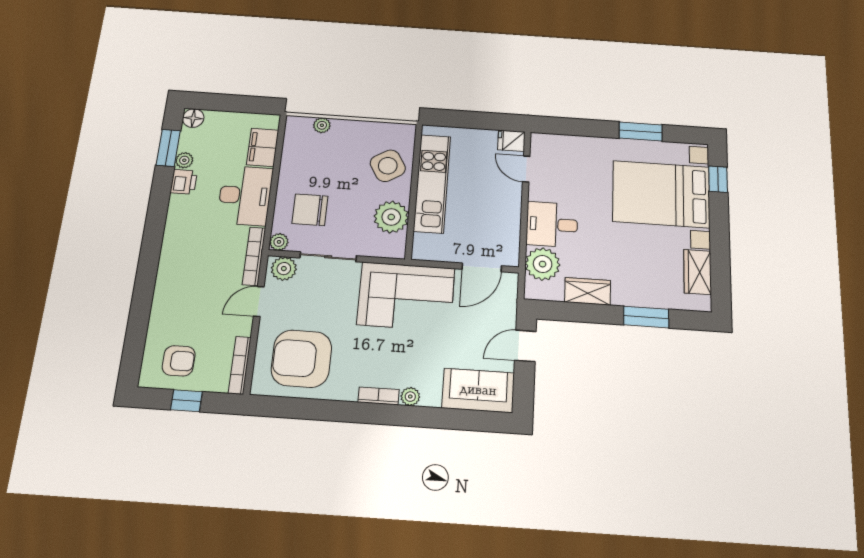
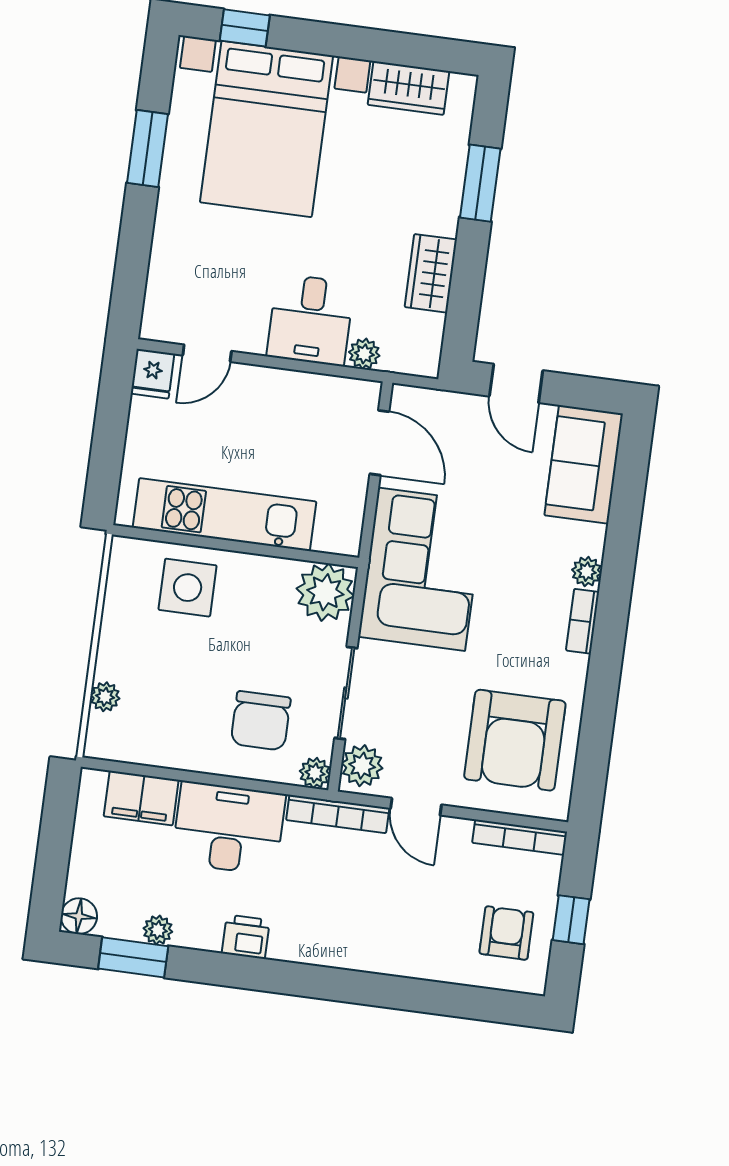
side table: (388, 166) -> (188, 588), turned 31
printer: (184, 182) -> (246, 937), moved
plant: (391, 217) -> (325, 592), moved
plant: (543, 264) -> (364, 354), width x0.53, depth x0.53

